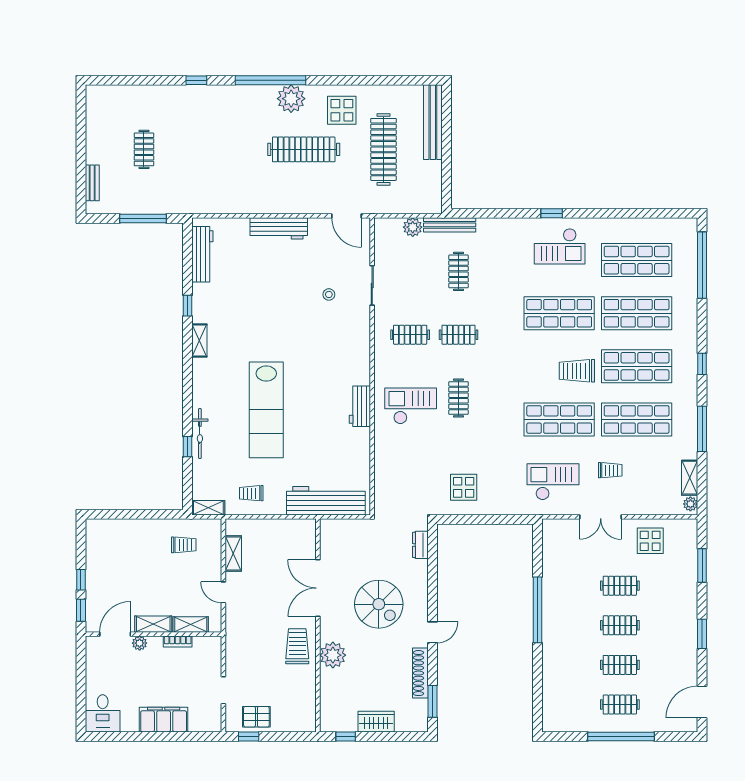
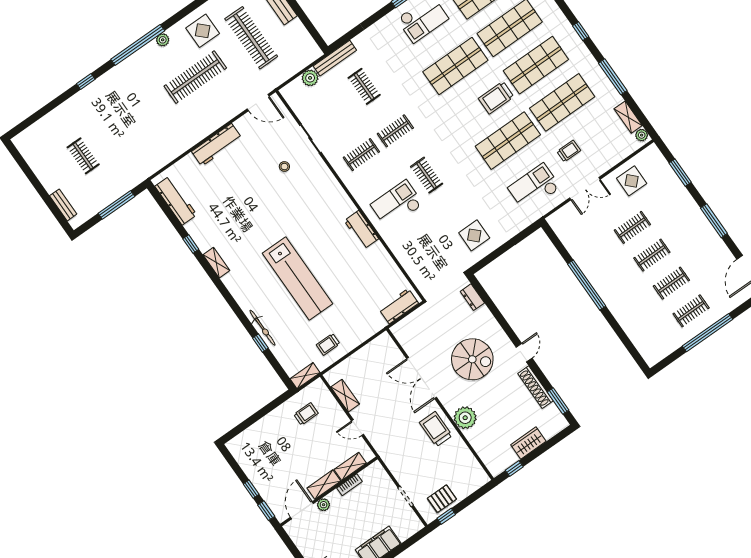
plant: (291, 99) -> (163, 40), width x0.53, depth x0.53
workbench: (326, 501) -> (399, 306), width x0.53, depth x0.76
window: (702, 634) -> (714, 221), width x1.44

